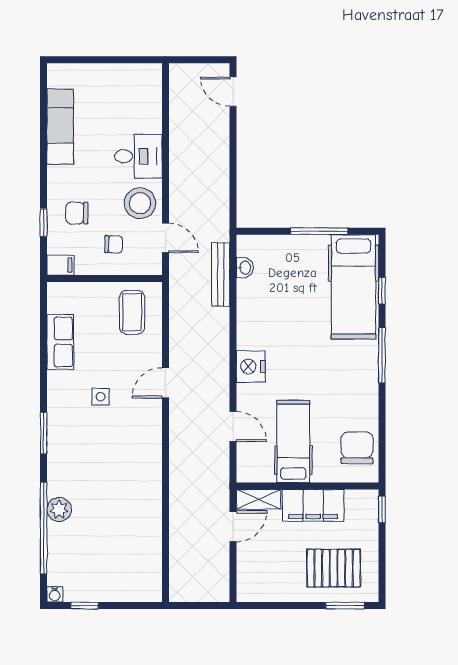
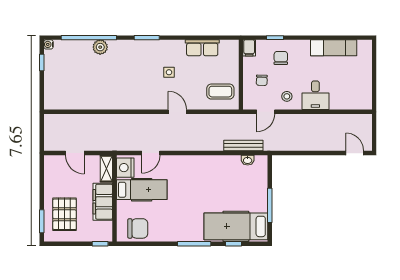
door: (233, 92) -> (355, 153), hinge flipped
stool: (140, 203) -> (287, 96), width x0.53, depth x0.53
nightstand: (251, 367) -> (125, 168), moved, turned -90
door: (233, 526) -> (75, 153), moved

